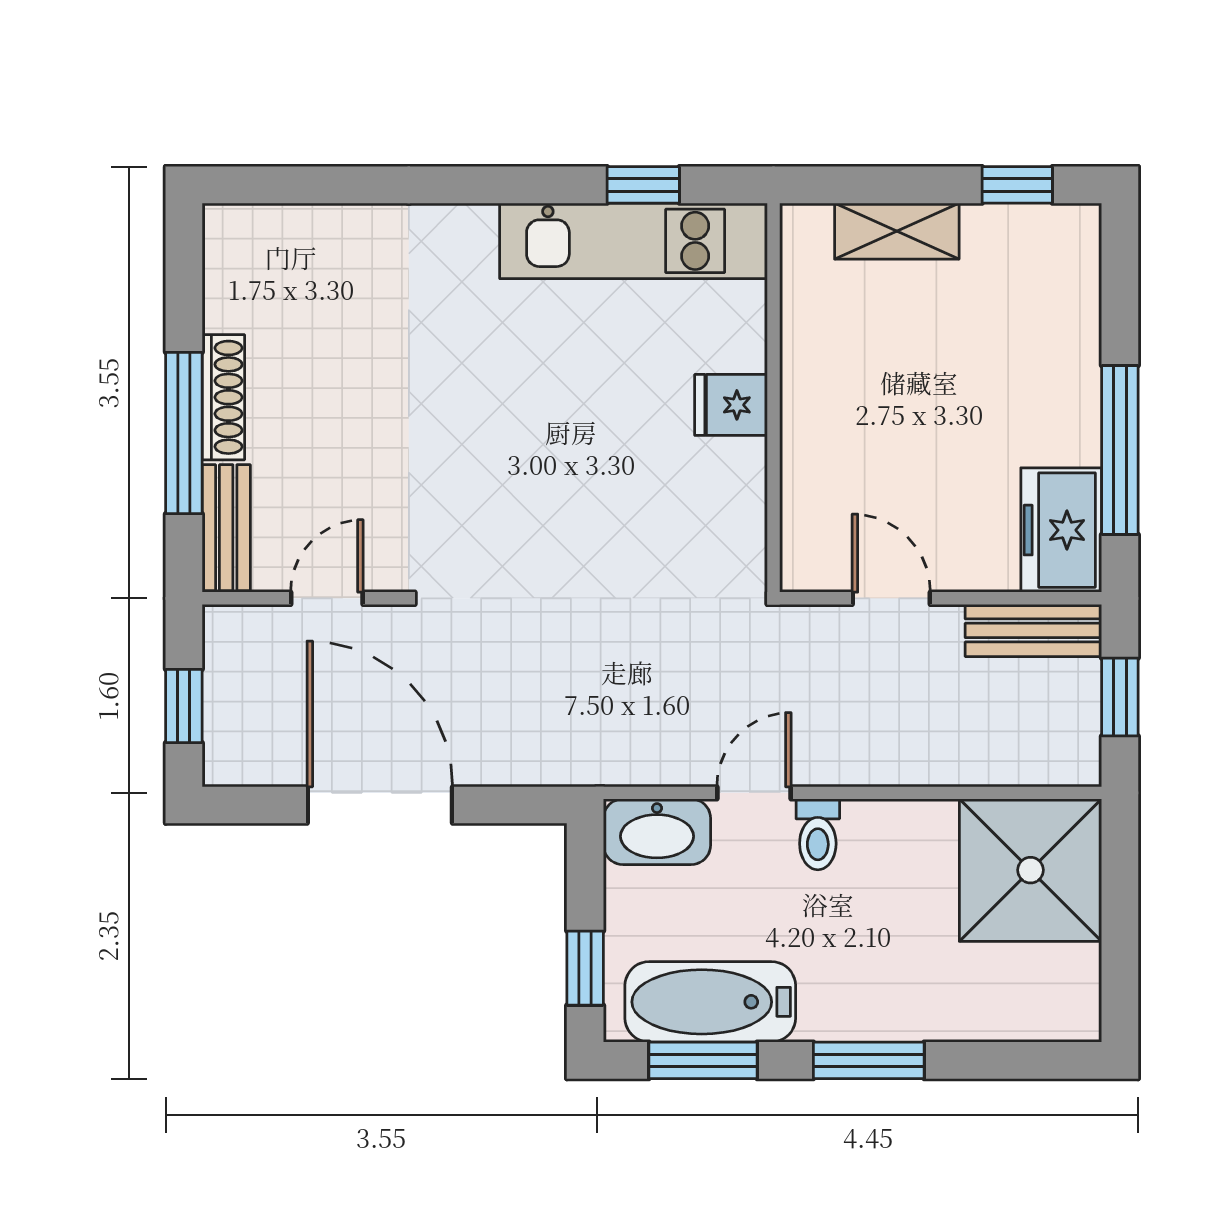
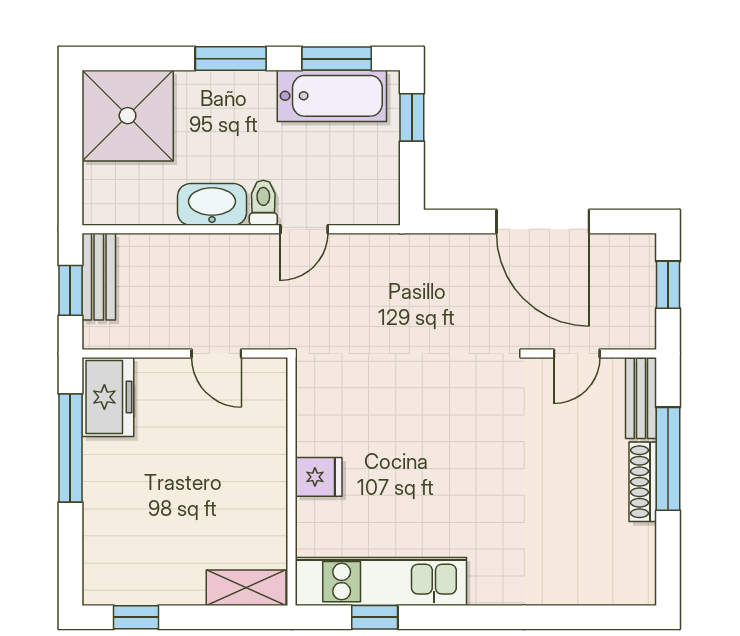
shelving: (897, 231) -> (246, 588), moved
bench: (1033, 630) -> (99, 277), moved, turned 90
washbasin: (657, 832) -> (212, 204), moved
shower: (1030, 870) -> (128, 116), moved

